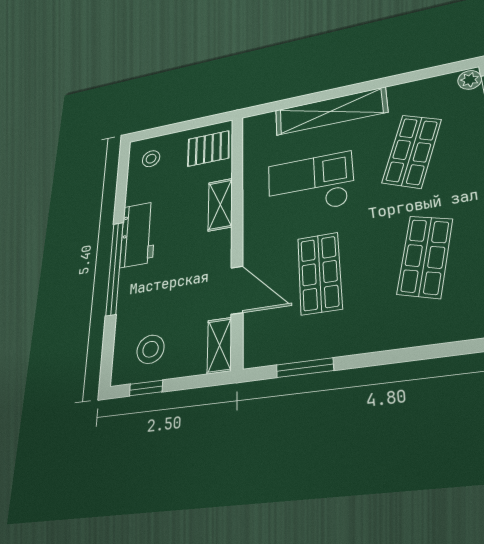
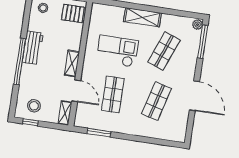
shelving: (331, 111) -> (142, 17), width x0.68
shelving: (220, 205) -> (72, 63), moved

